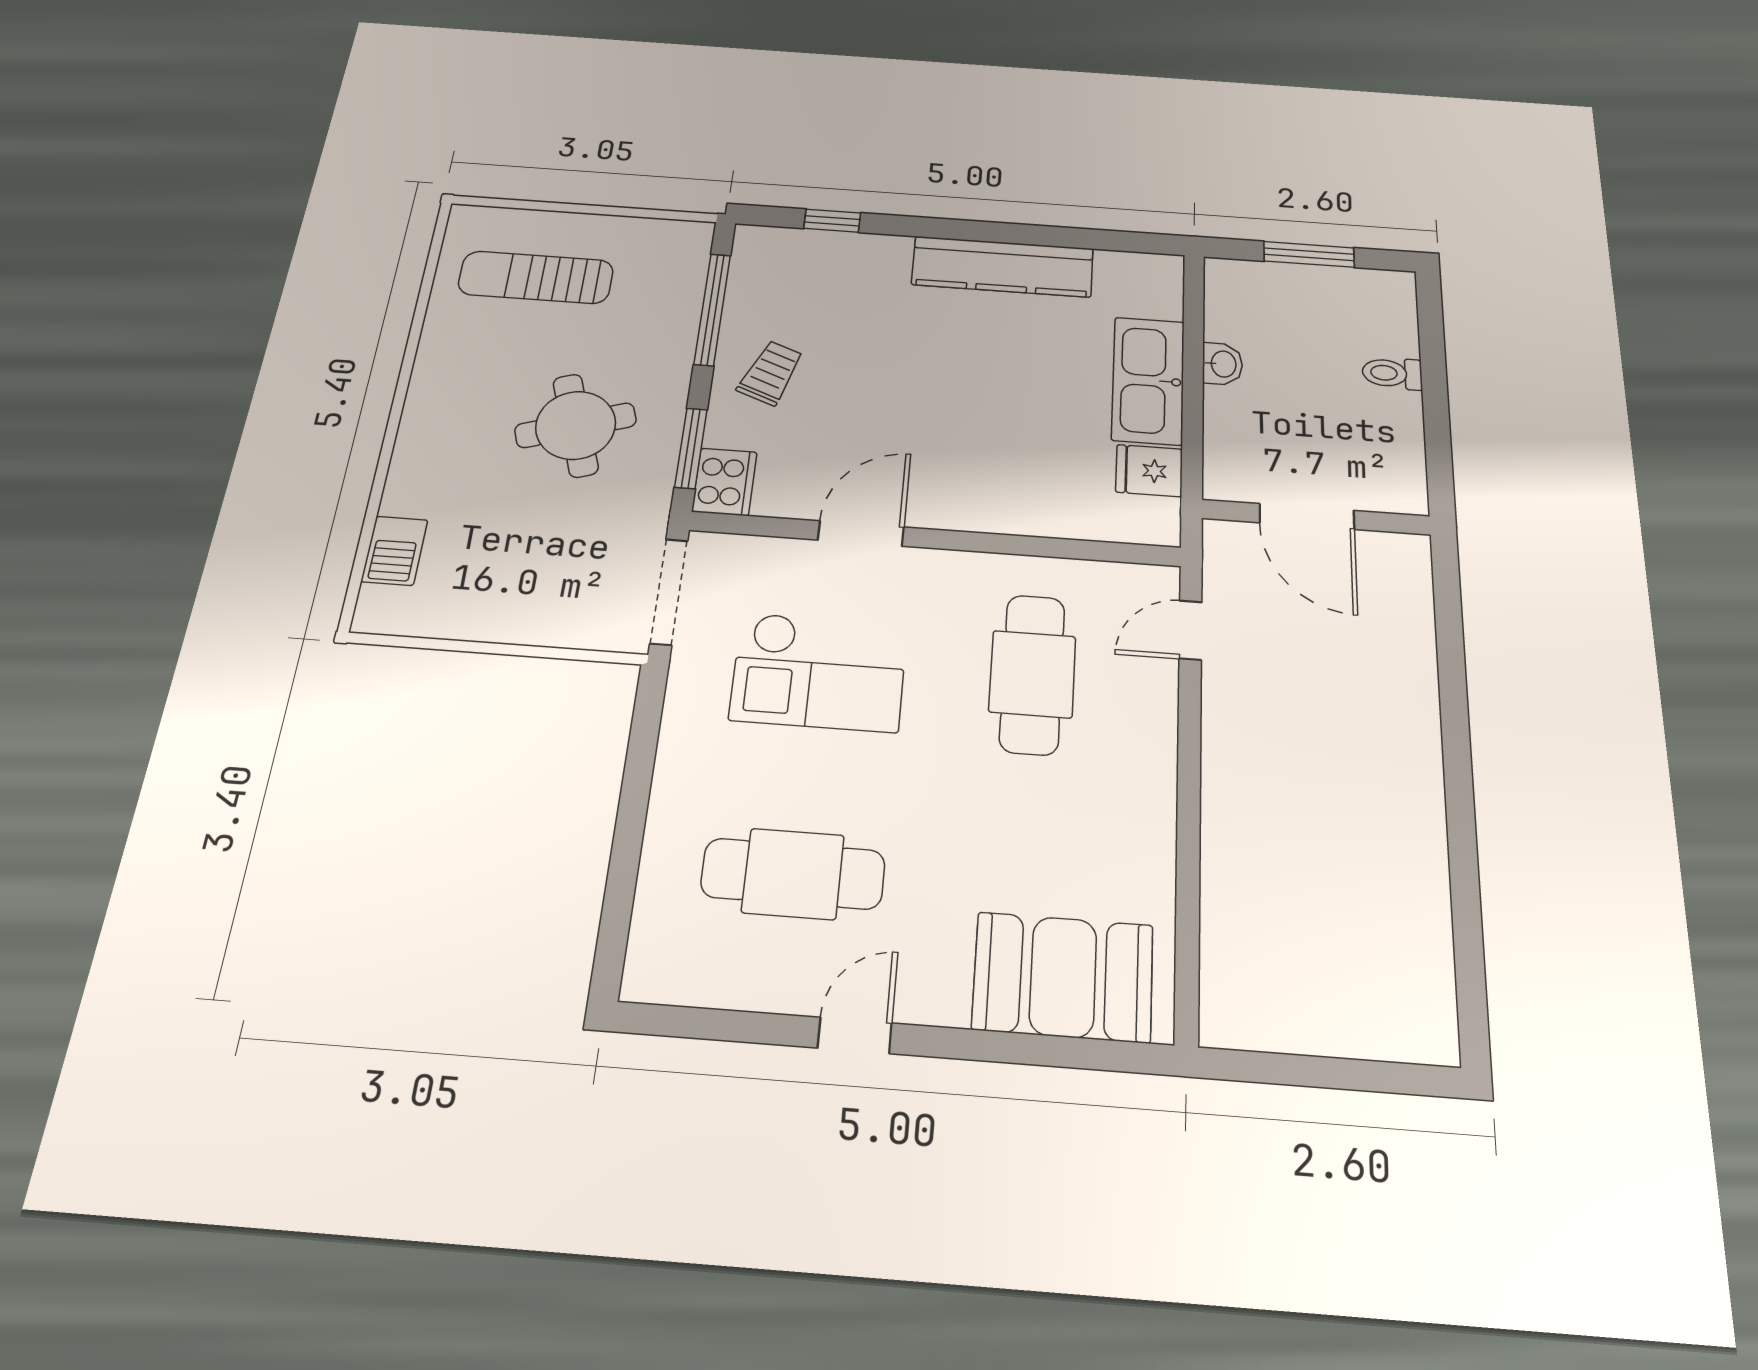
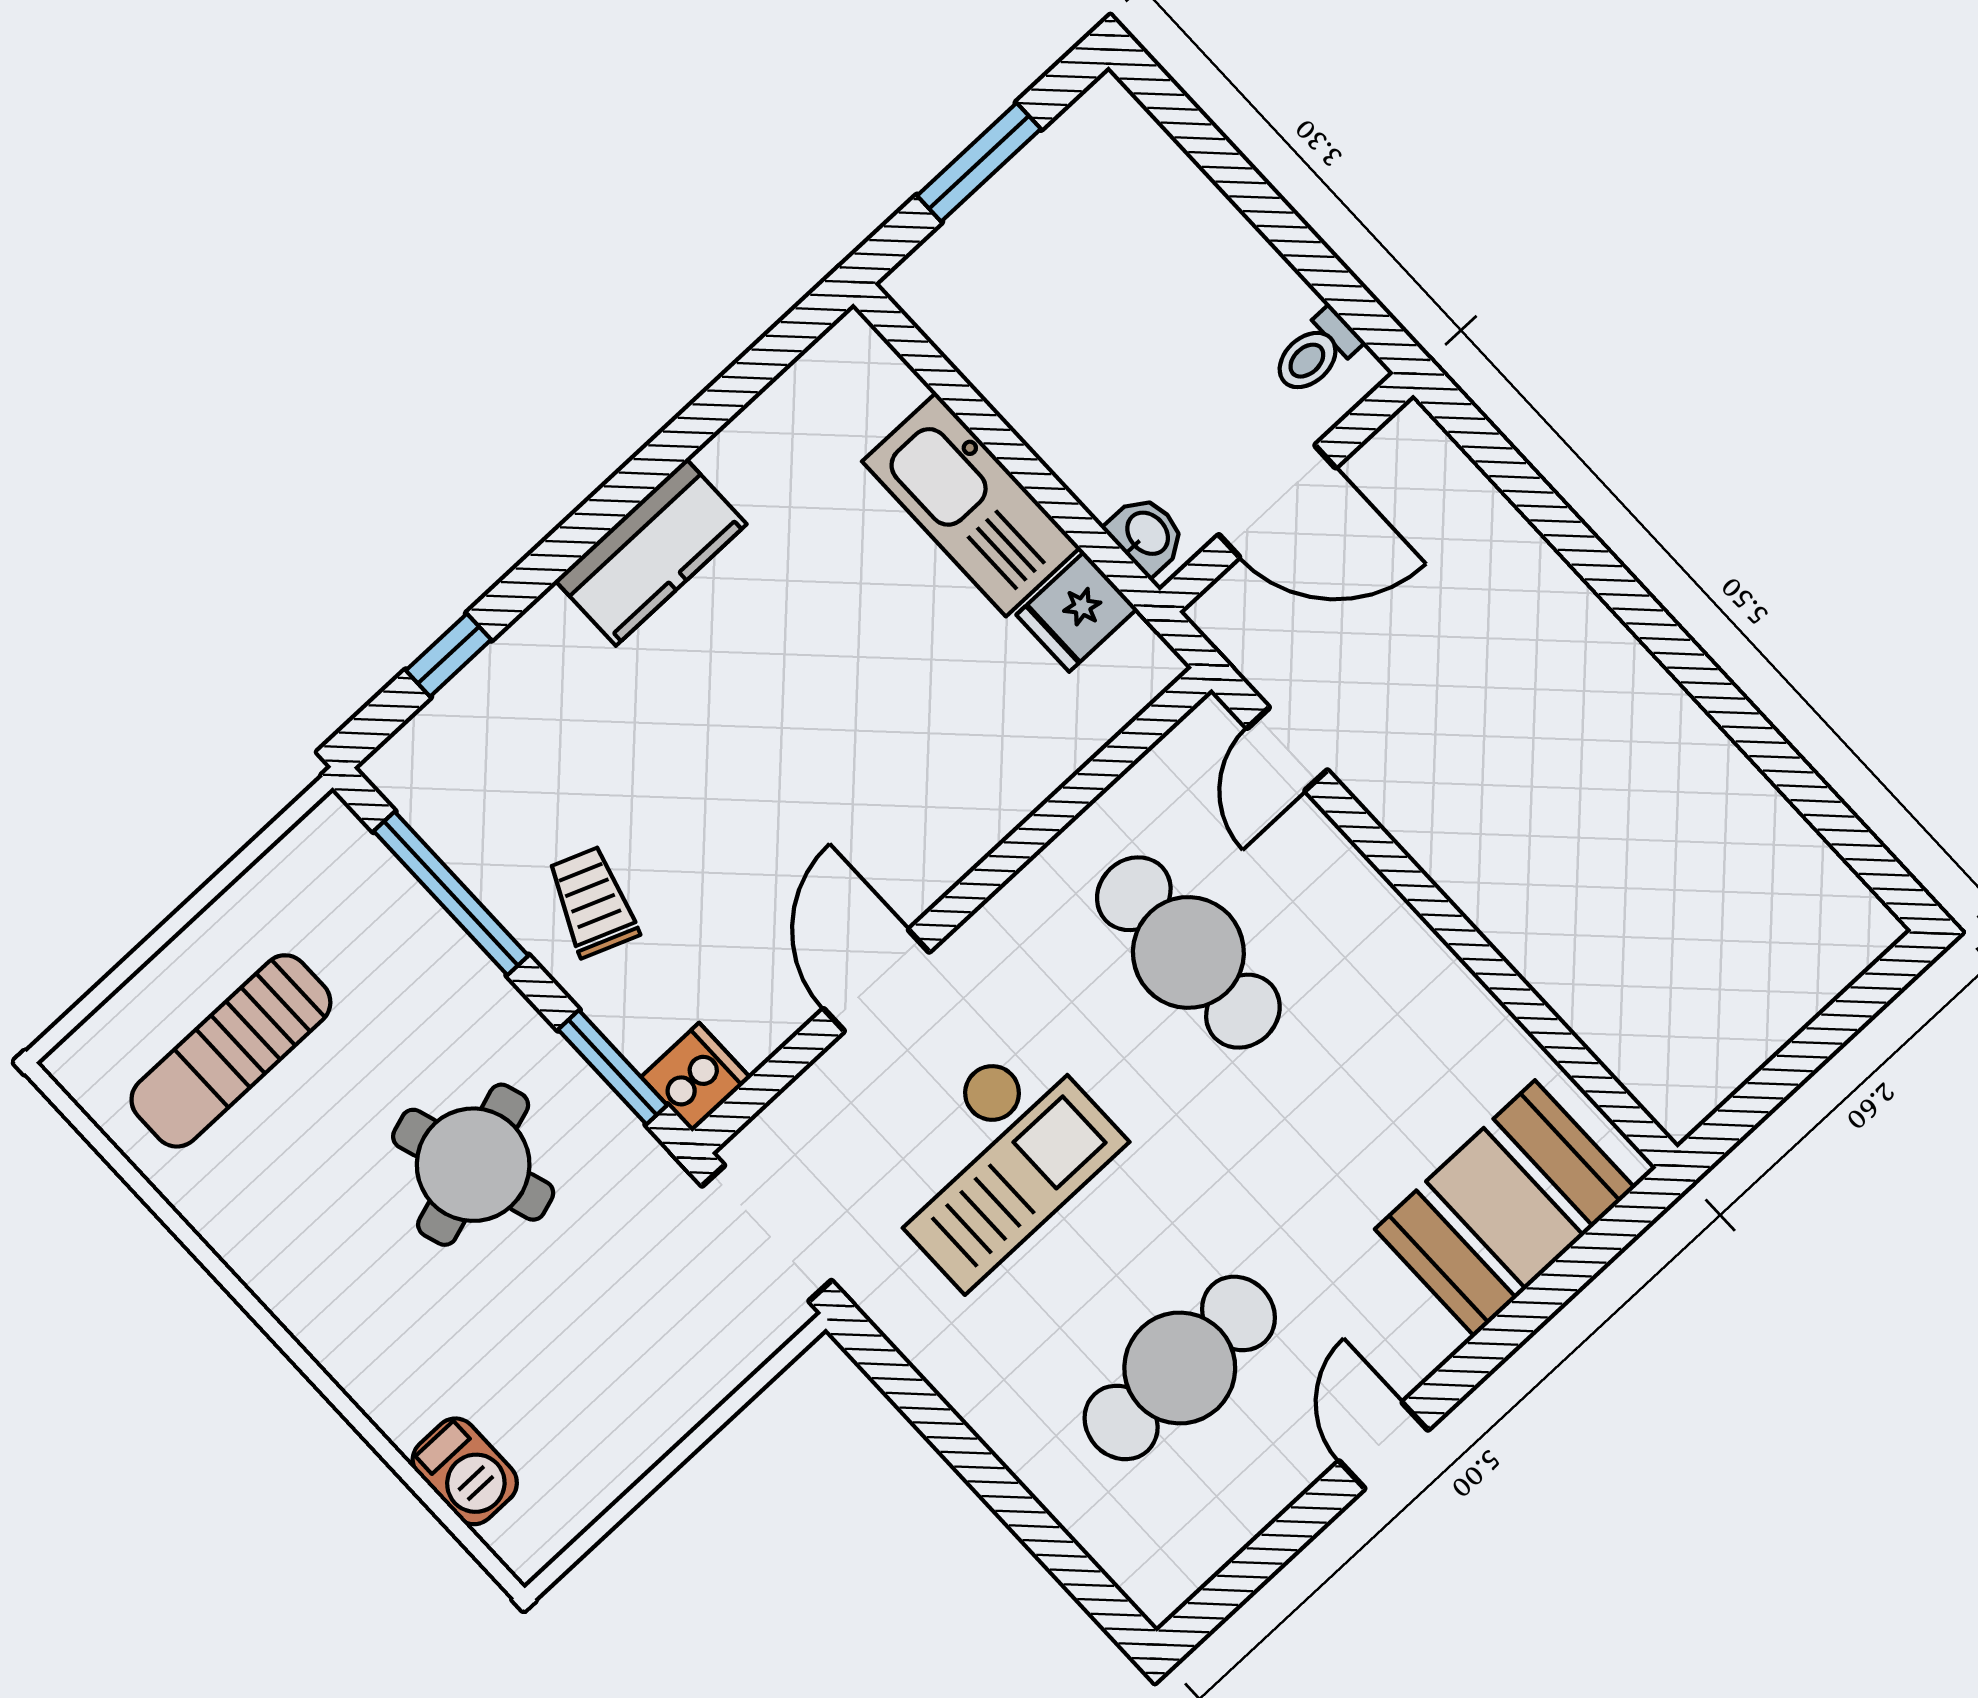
kitchen counter: (1003, 267) -> (651, 552), width x0.67
washbasin: (1222, 364) -> (1146, 534), moved
toilet: (1392, 373) -> (1316, 352), moved
cooker: (724, 482) -> (696, 1077), width x0.73

